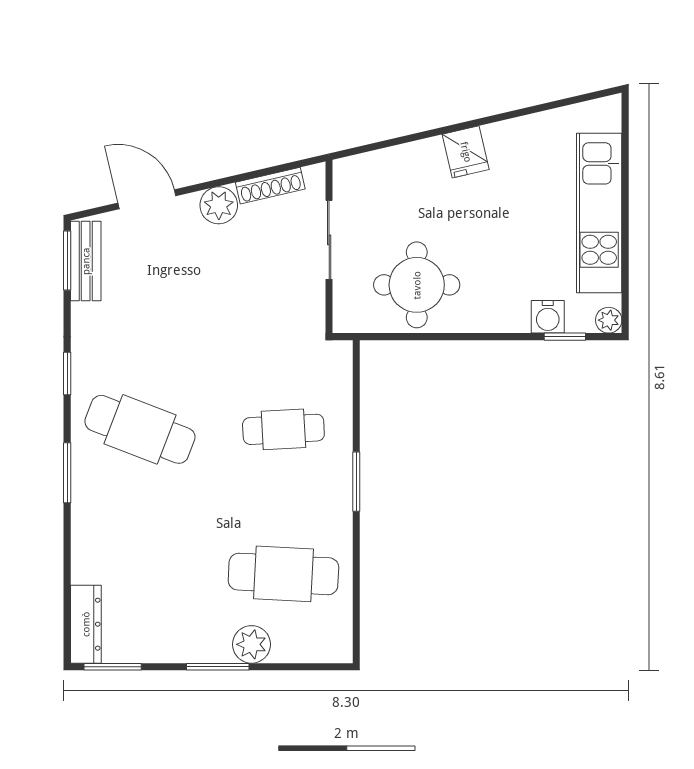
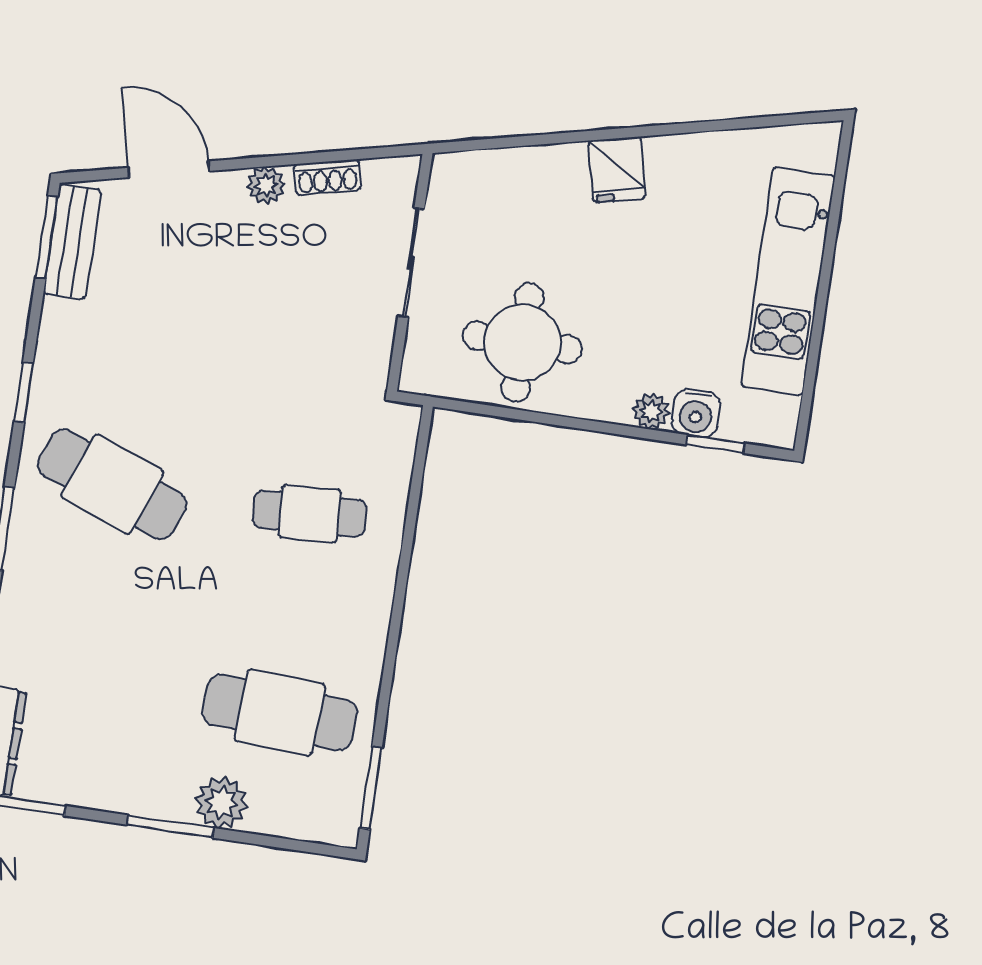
shoe rack: (270, 186) -> (328, 177), width x0.70
plant: (219, 205) -> (266, 185), width x0.73, depth x0.73
plant: (609, 320) -> (651, 411), moved
window: (356, 482) -> (371, 788), moved

